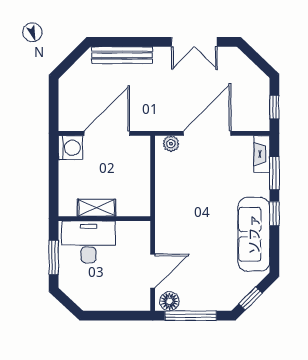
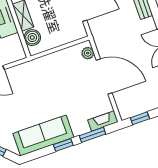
boiler: (128, 206) -> (32, 38), added

